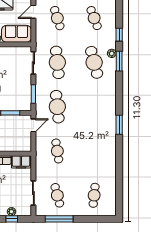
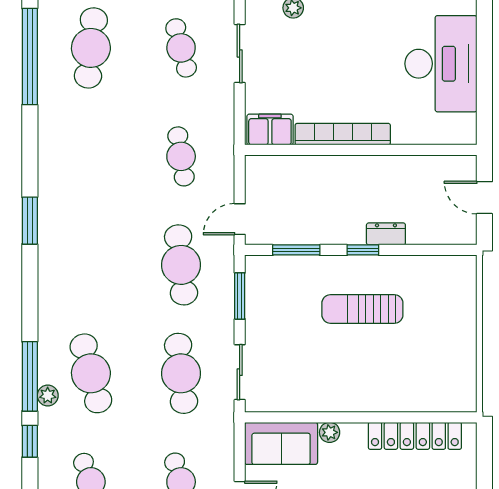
window: (119, 61) -> (30, 376), width x1.44
window: (119, 192) -> (30, 57), added
cafe table: (94, 195) -> (91, 48), width x1.37, depth x1.35

